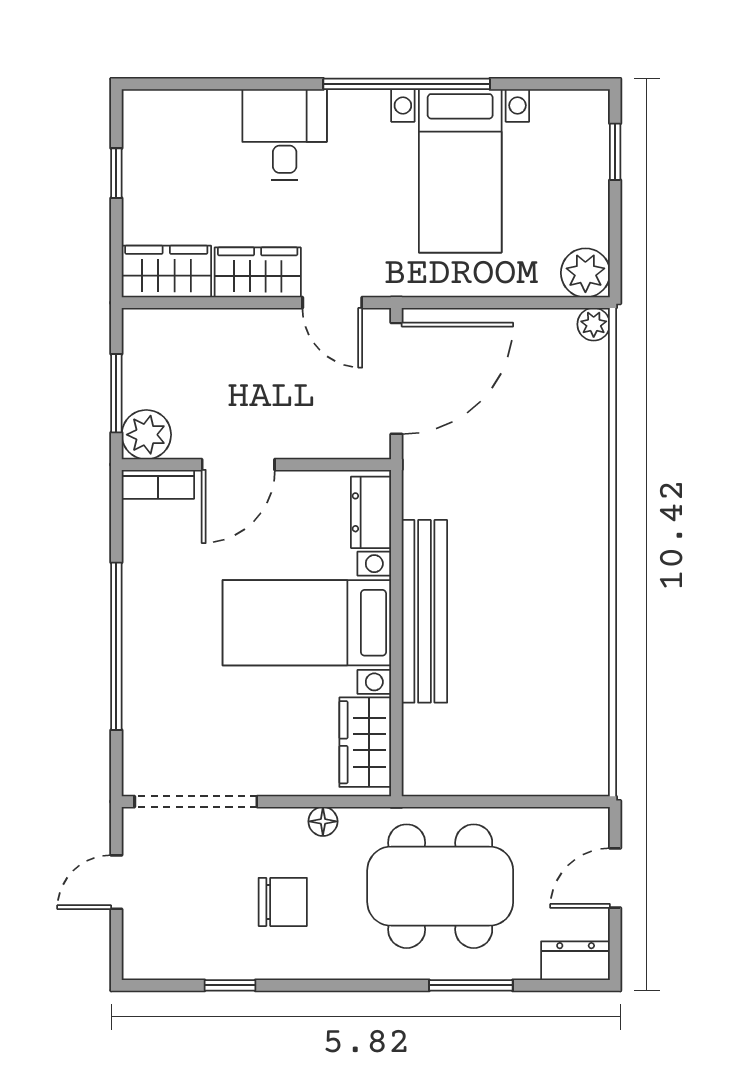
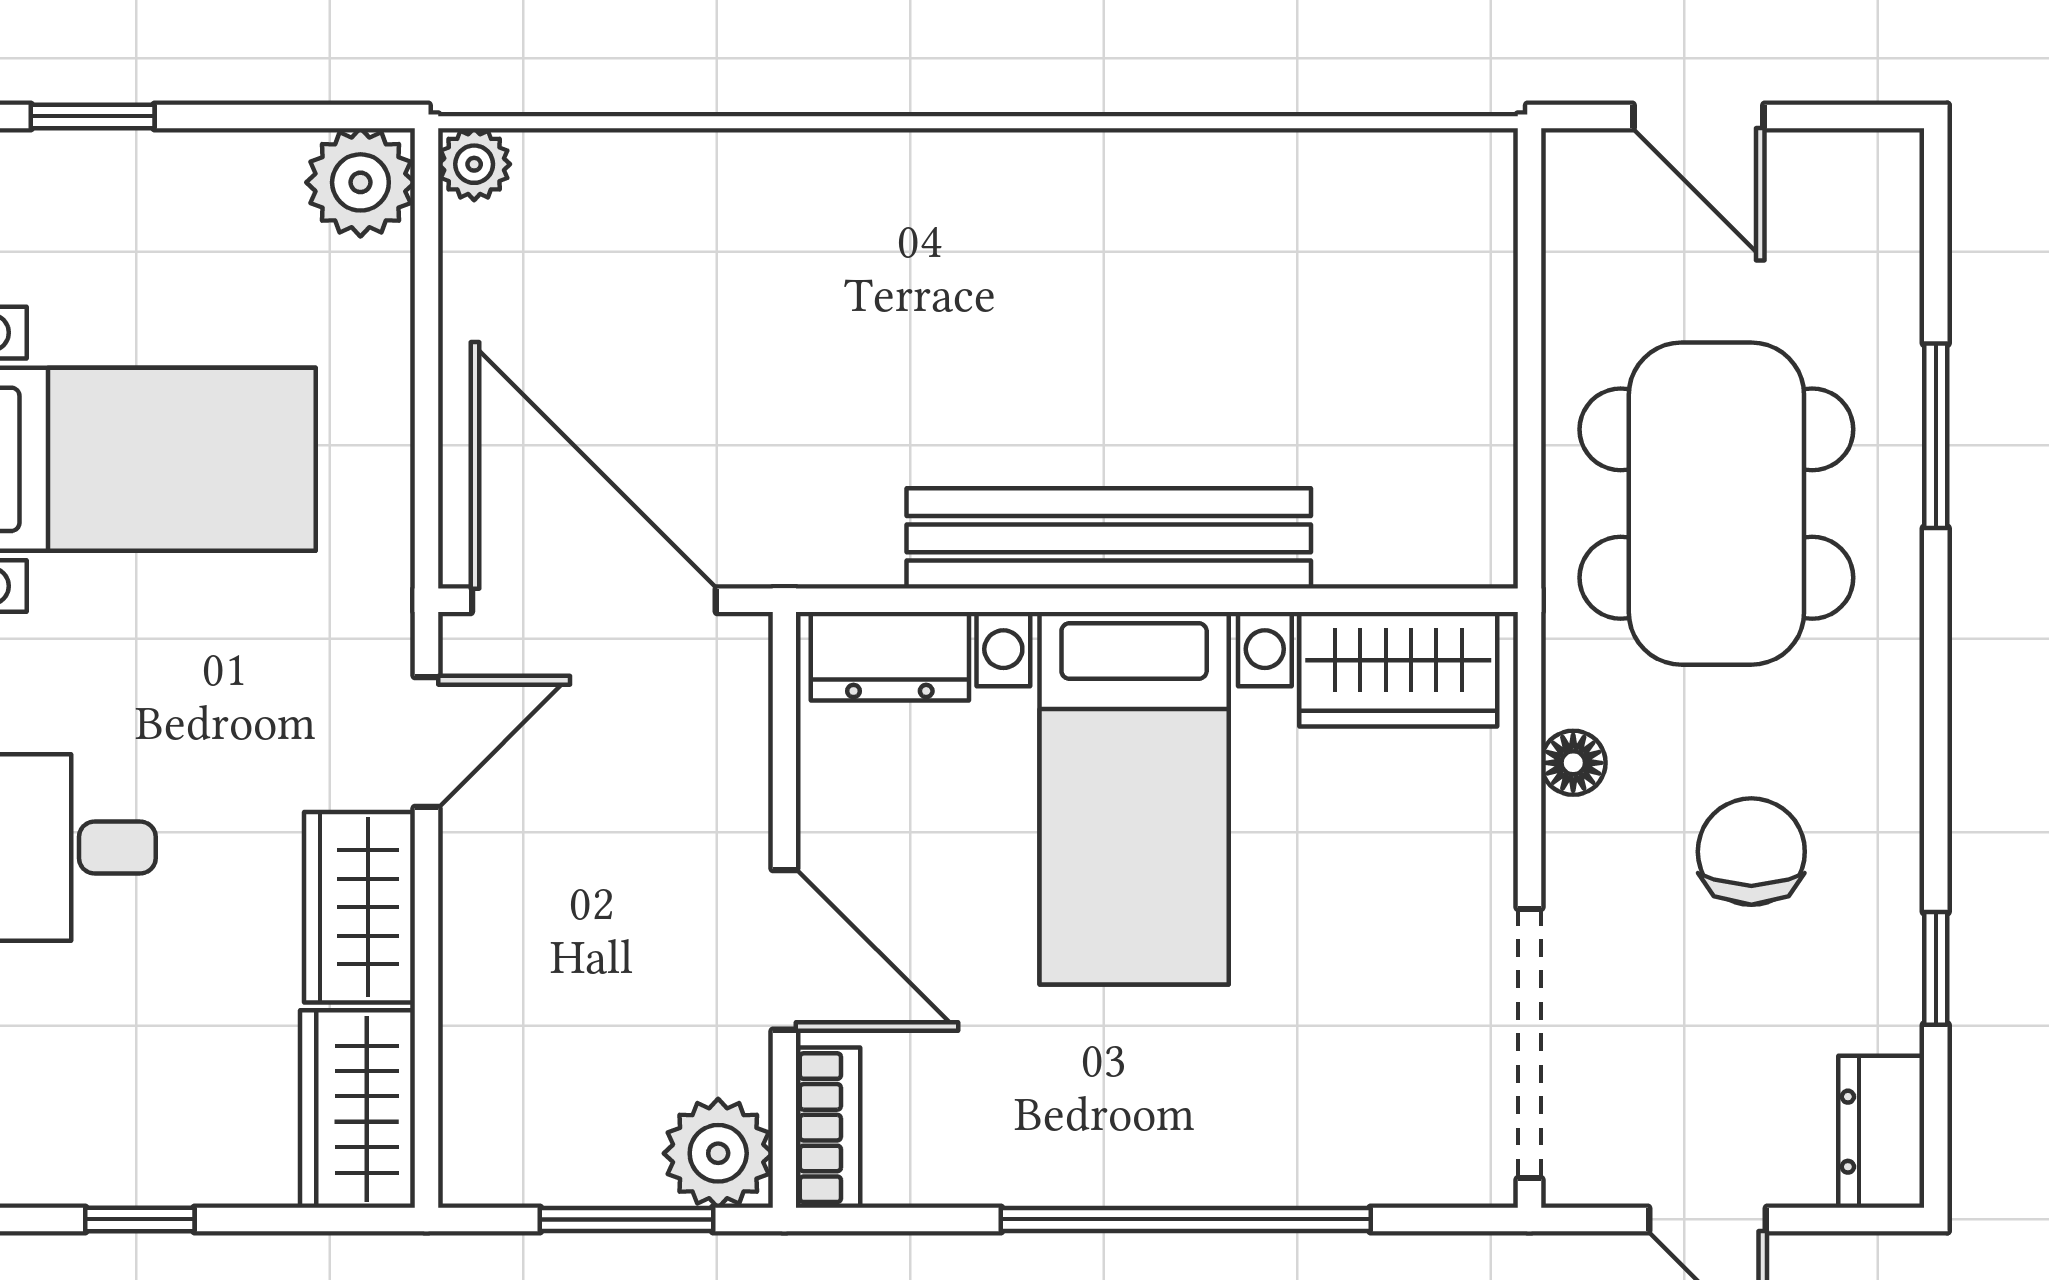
dresser: (576, 961) -> (1881, 1132), moved

